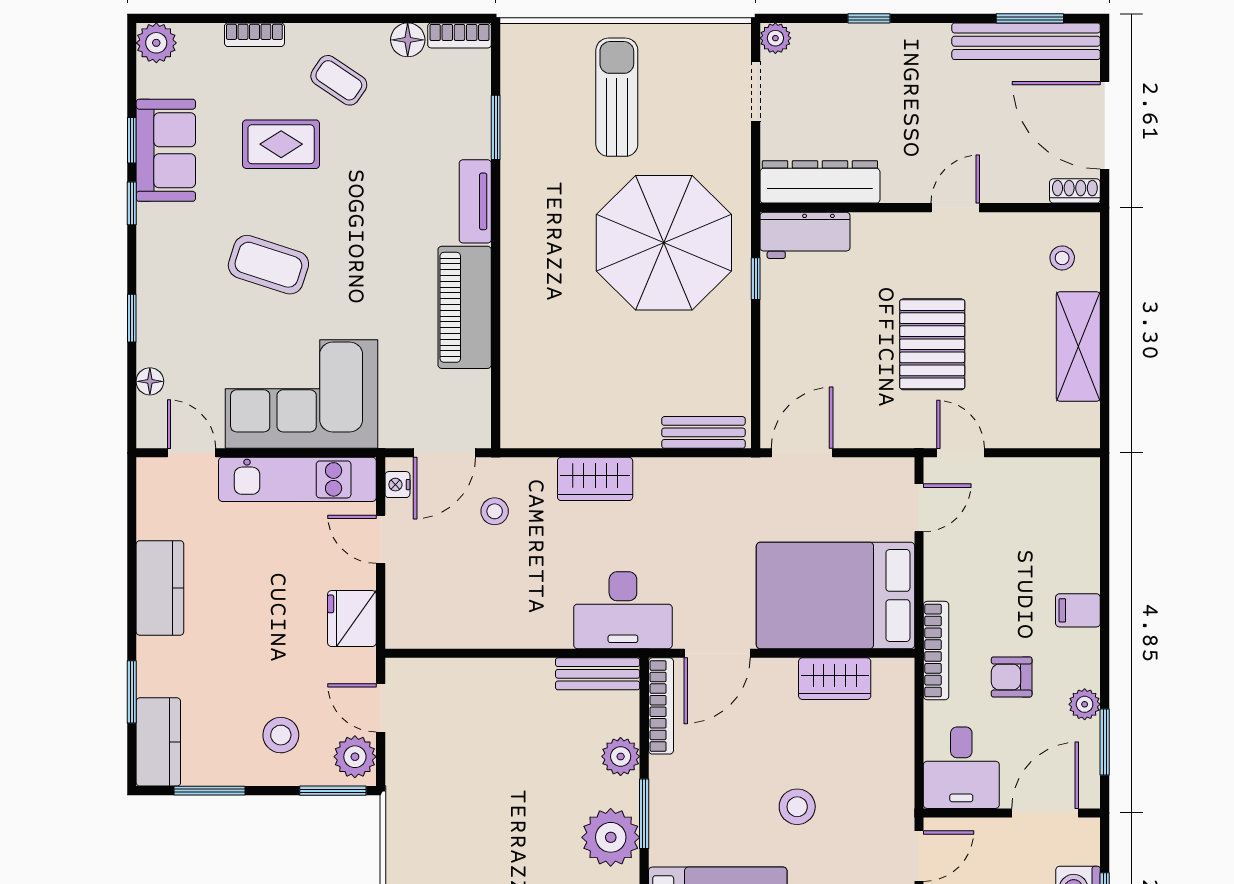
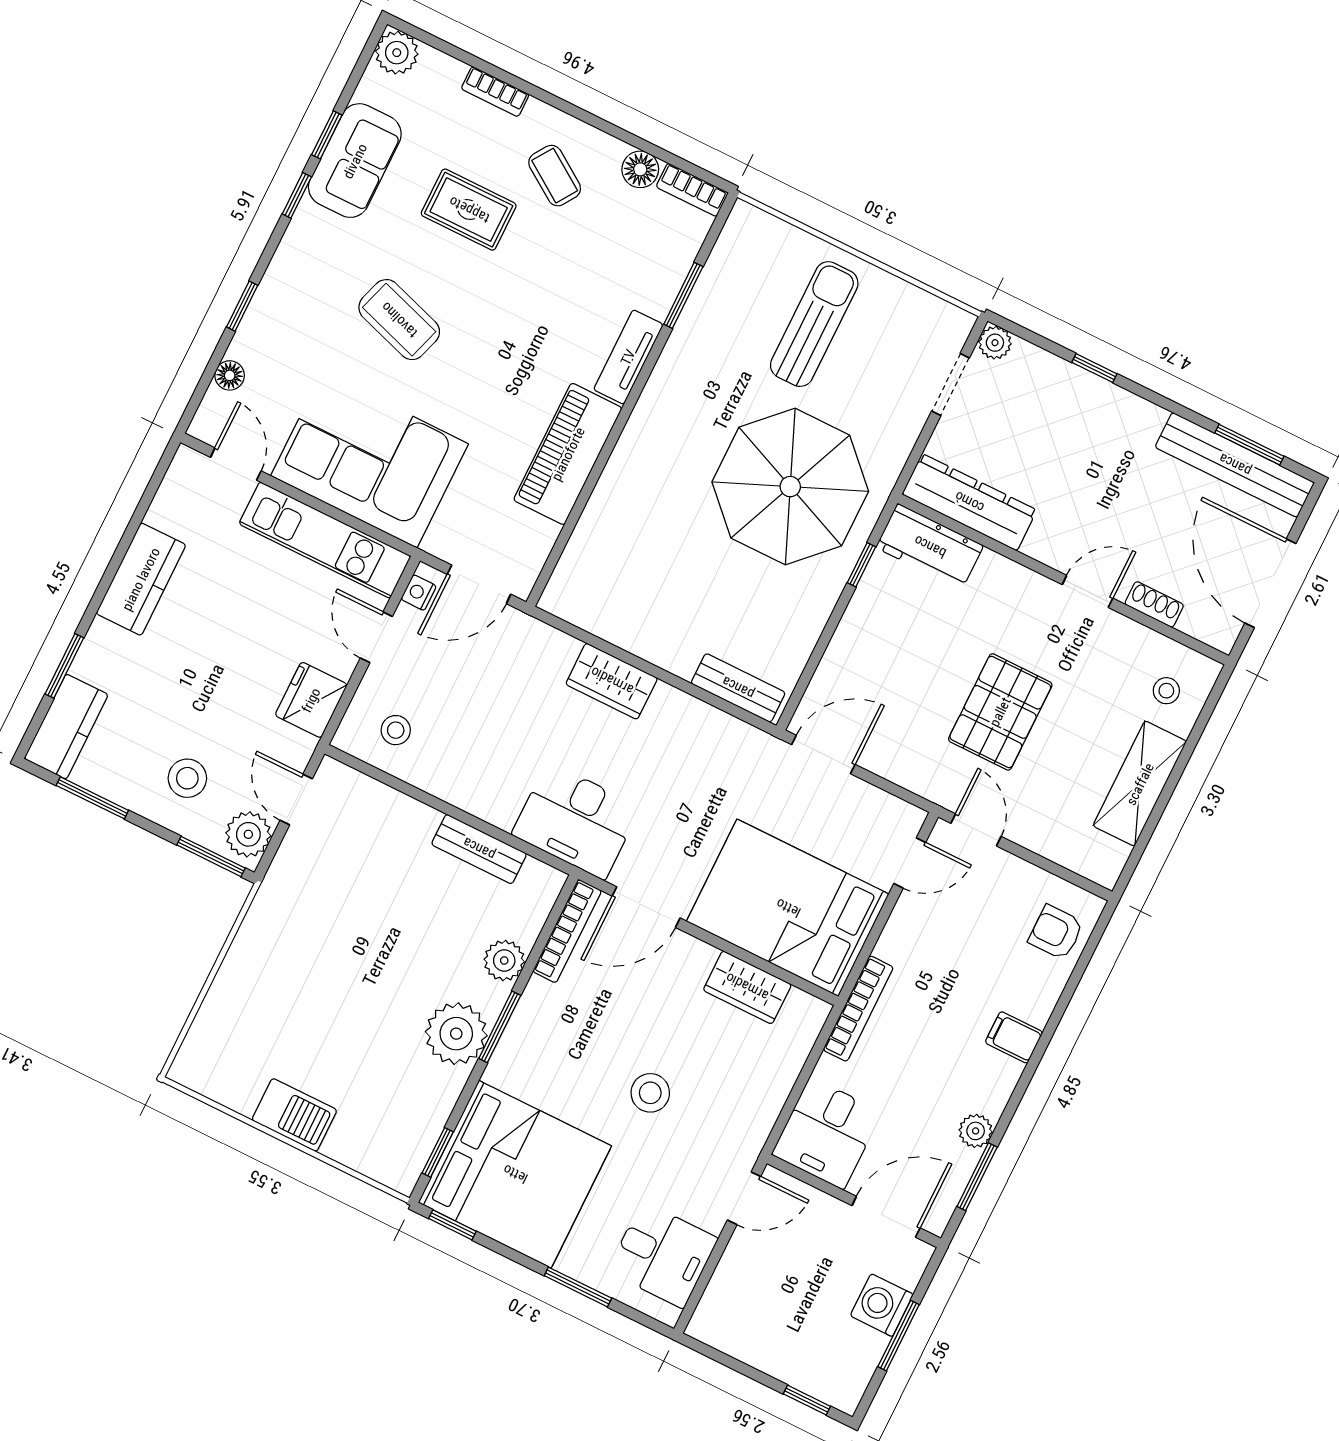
shoe rack: (1075, 191) -> (1154, 604), moved
stool: (495, 511) -> (396, 730), moved
bench: (598, 674) -> (479, 849), moved
armchair: (1012, 677) -> (1056, 932), moved

